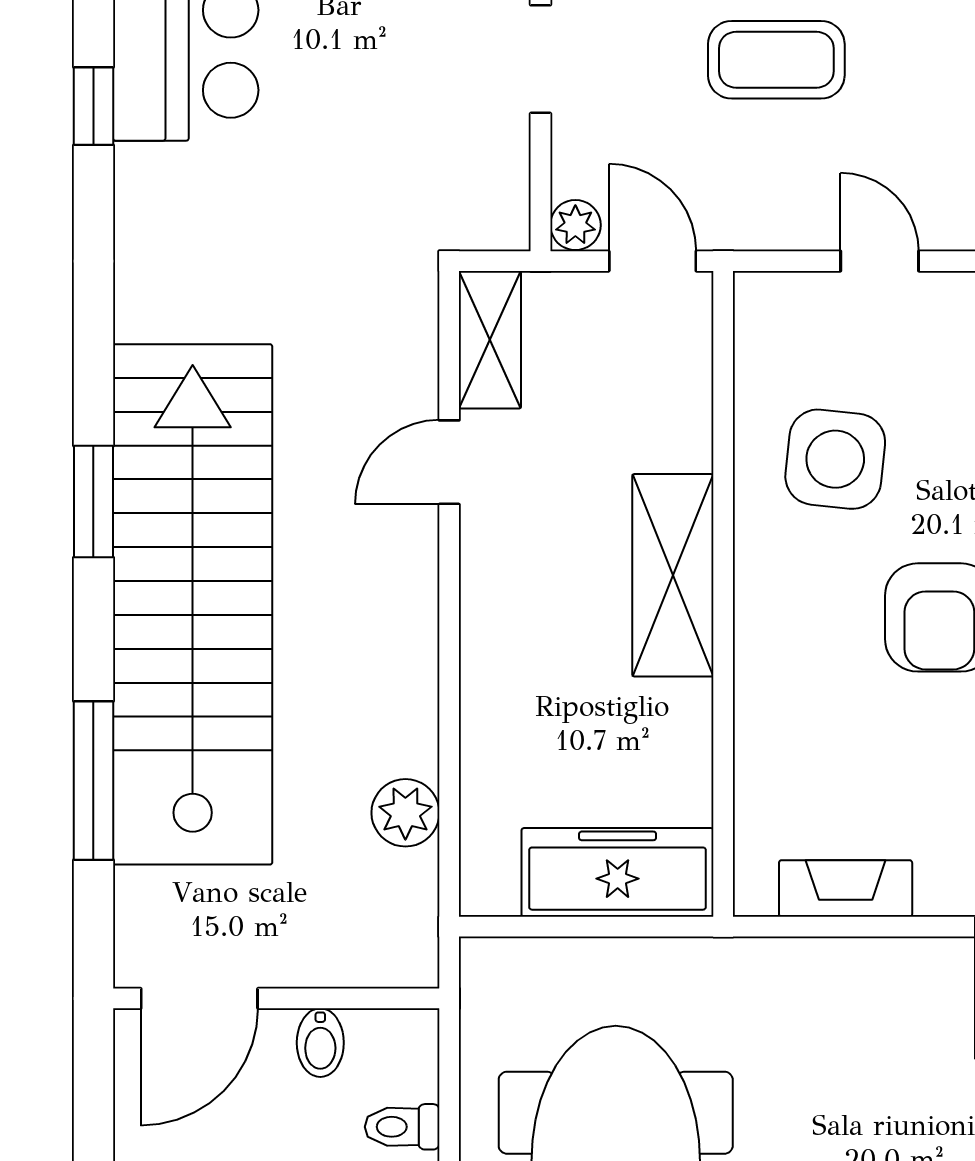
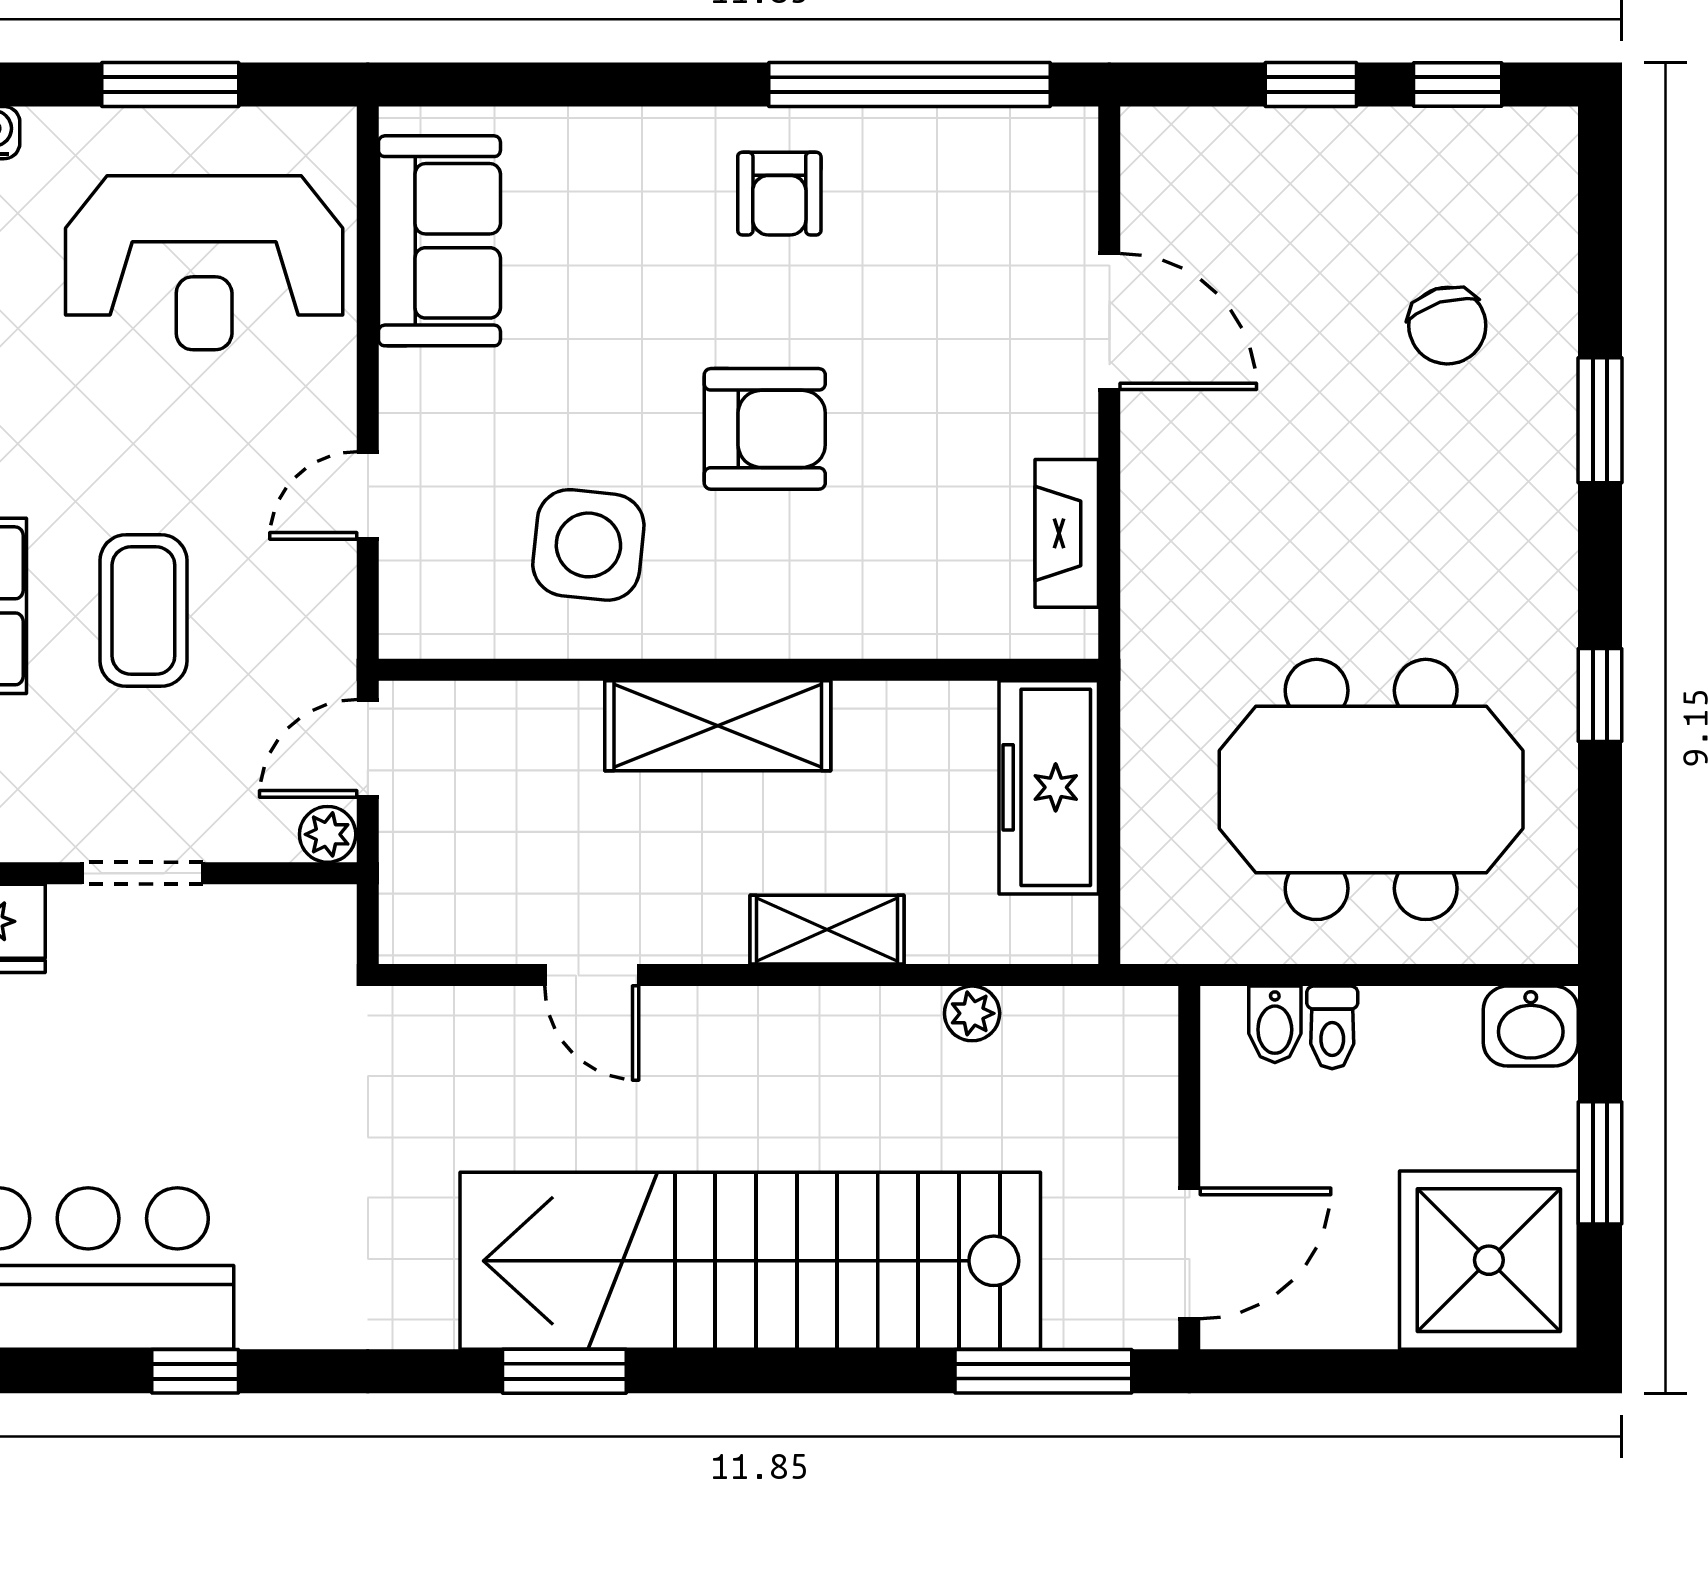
shelving: (490, 340) -> (827, 930), moved
window: (93, 502) -> (564, 1371), moved
window: (93, 781) -> (1043, 1371), moved
plant: (405, 813) -> (972, 1013), width x0.73, depth x0.73
door: (199, 998) -> (1189, 1253), hinge flipped
bidet: (320, 1043) -> (1275, 1024), moved, turned 90

